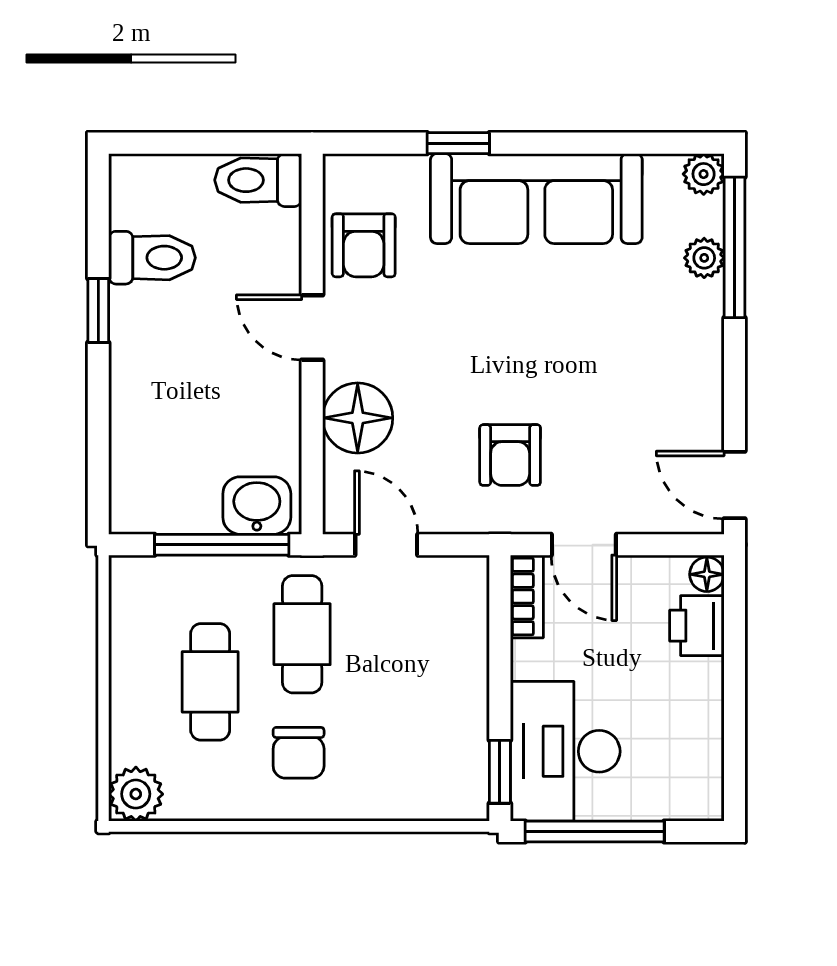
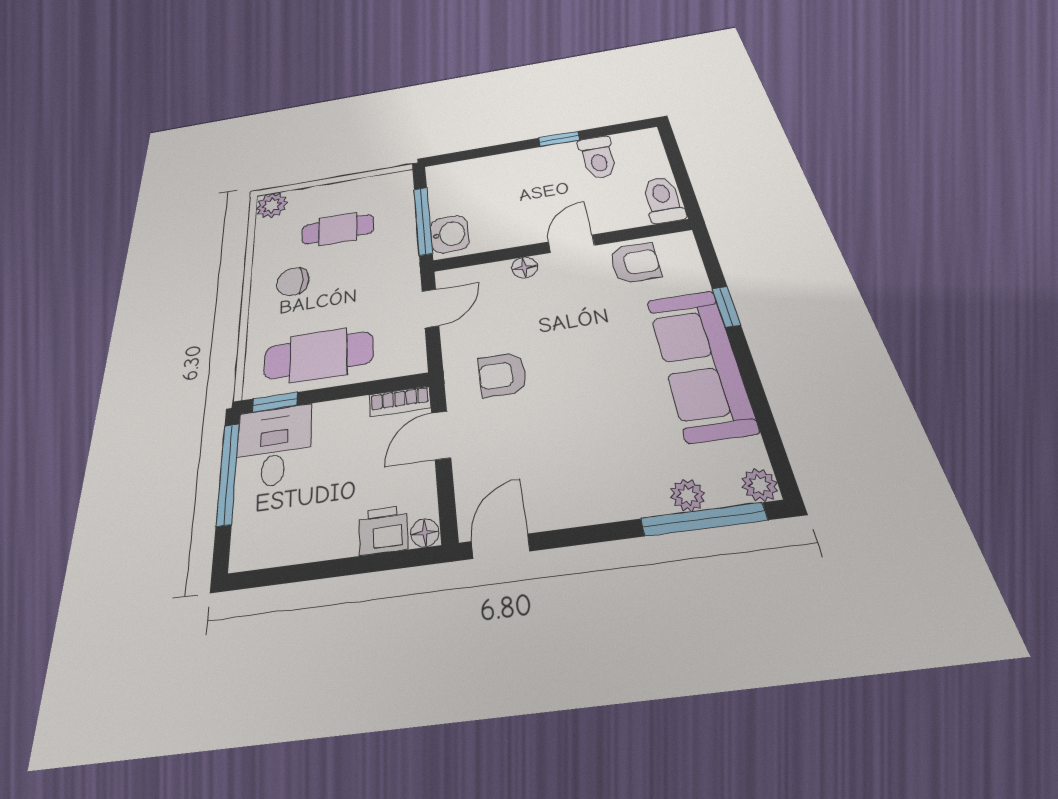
armchair: (364, 245) -> (635, 263), turned 180
floor lamp: (358, 418) -> (524, 267), width x0.53, depth x0.53
cafe table: (302, 634) -> (318, 355), moved, width x1.37, depth x1.35
desk: (565, 751) -> (274, 446), width x0.73

